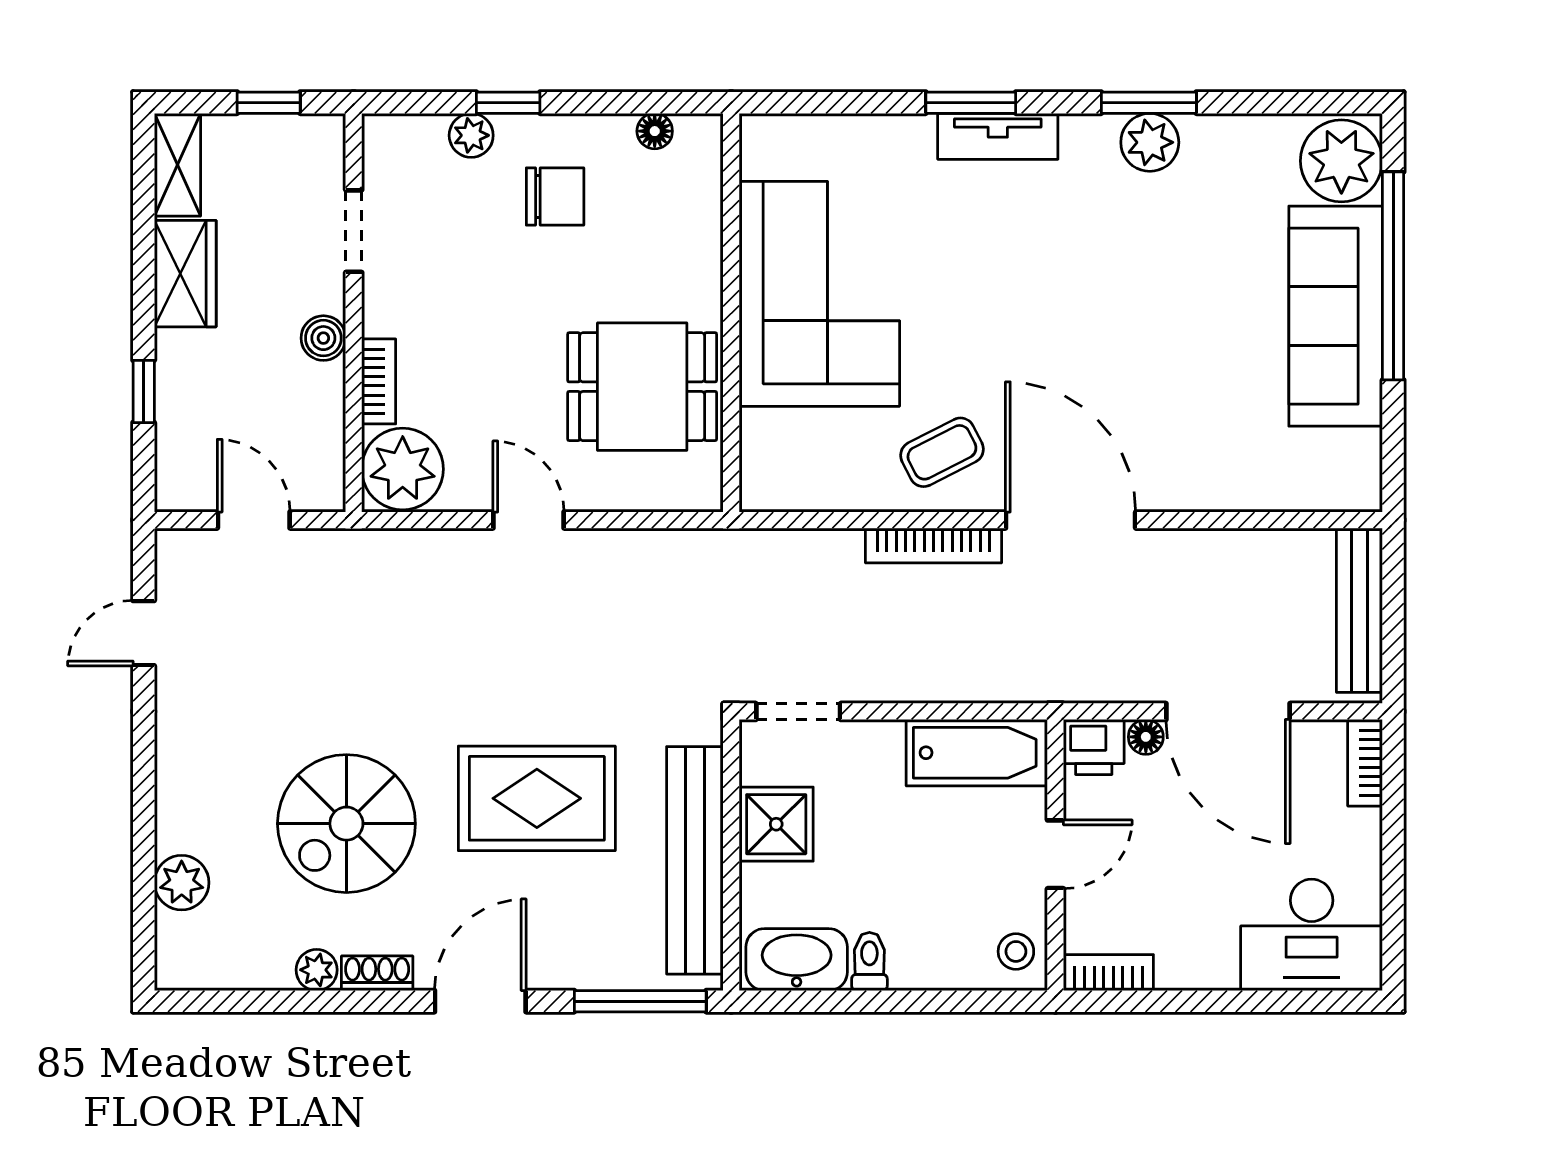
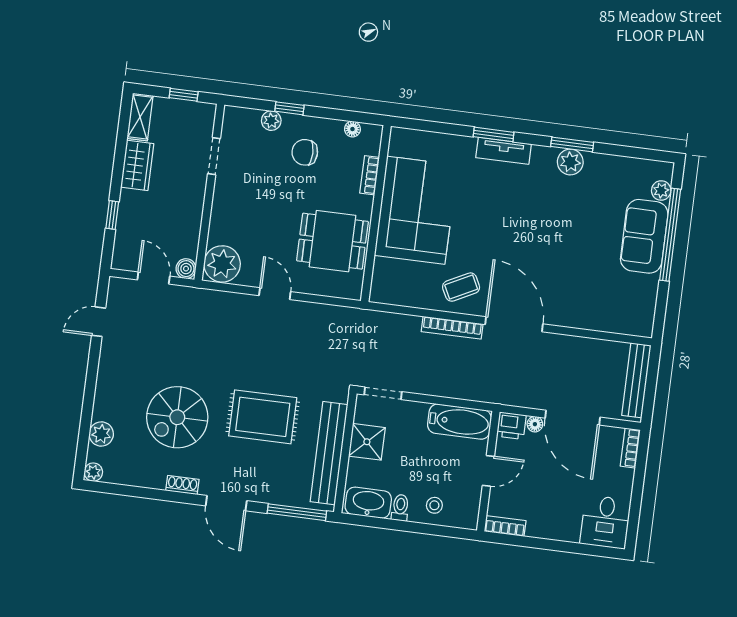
plant: (1341, 161) -> (661, 191), width x0.53, depth x0.53
chair: (555, 196) -> (305, 152), turned 180
sofa: (1336, 316) -> (644, 236), width x0.73
boiler: (323, 338) -> (186, 269), moved
bookcase: (379, 381) -> (370, 175), moved, turned 180
desk: (1312, 935) -> (605, 522), width x0.73
stool: (1016, 951) -> (434, 505), moved
plant: (317, 970) -> (93, 472), moved
door: (480, 1001) -> (226, 503), swing flipped

